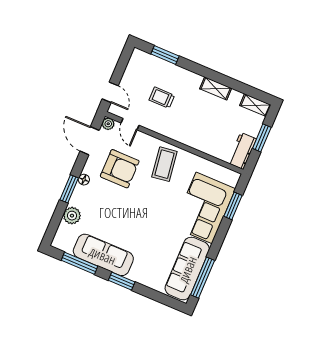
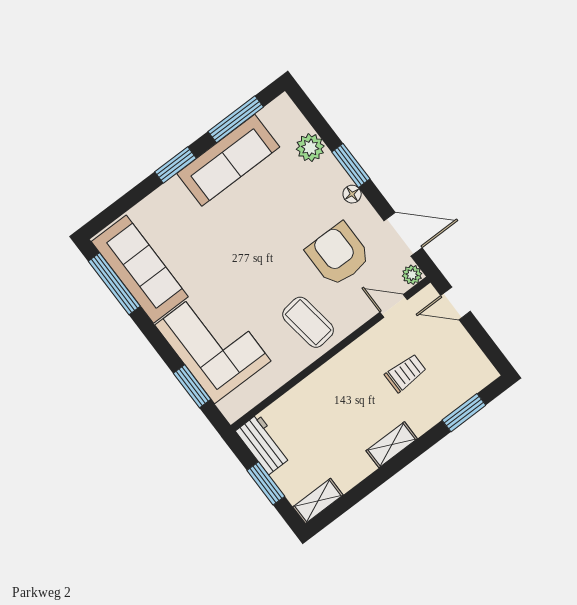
shelving: (216, 88) -> (392, 445), moved
armchair: (120, 169) -> (338, 254), turned 90

